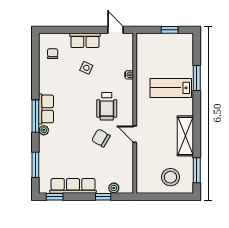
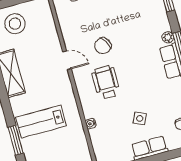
lab bench: (171, 88) -> (41, 122), turned 180
chair: (101, 138) -> (103, 46), turned 118

